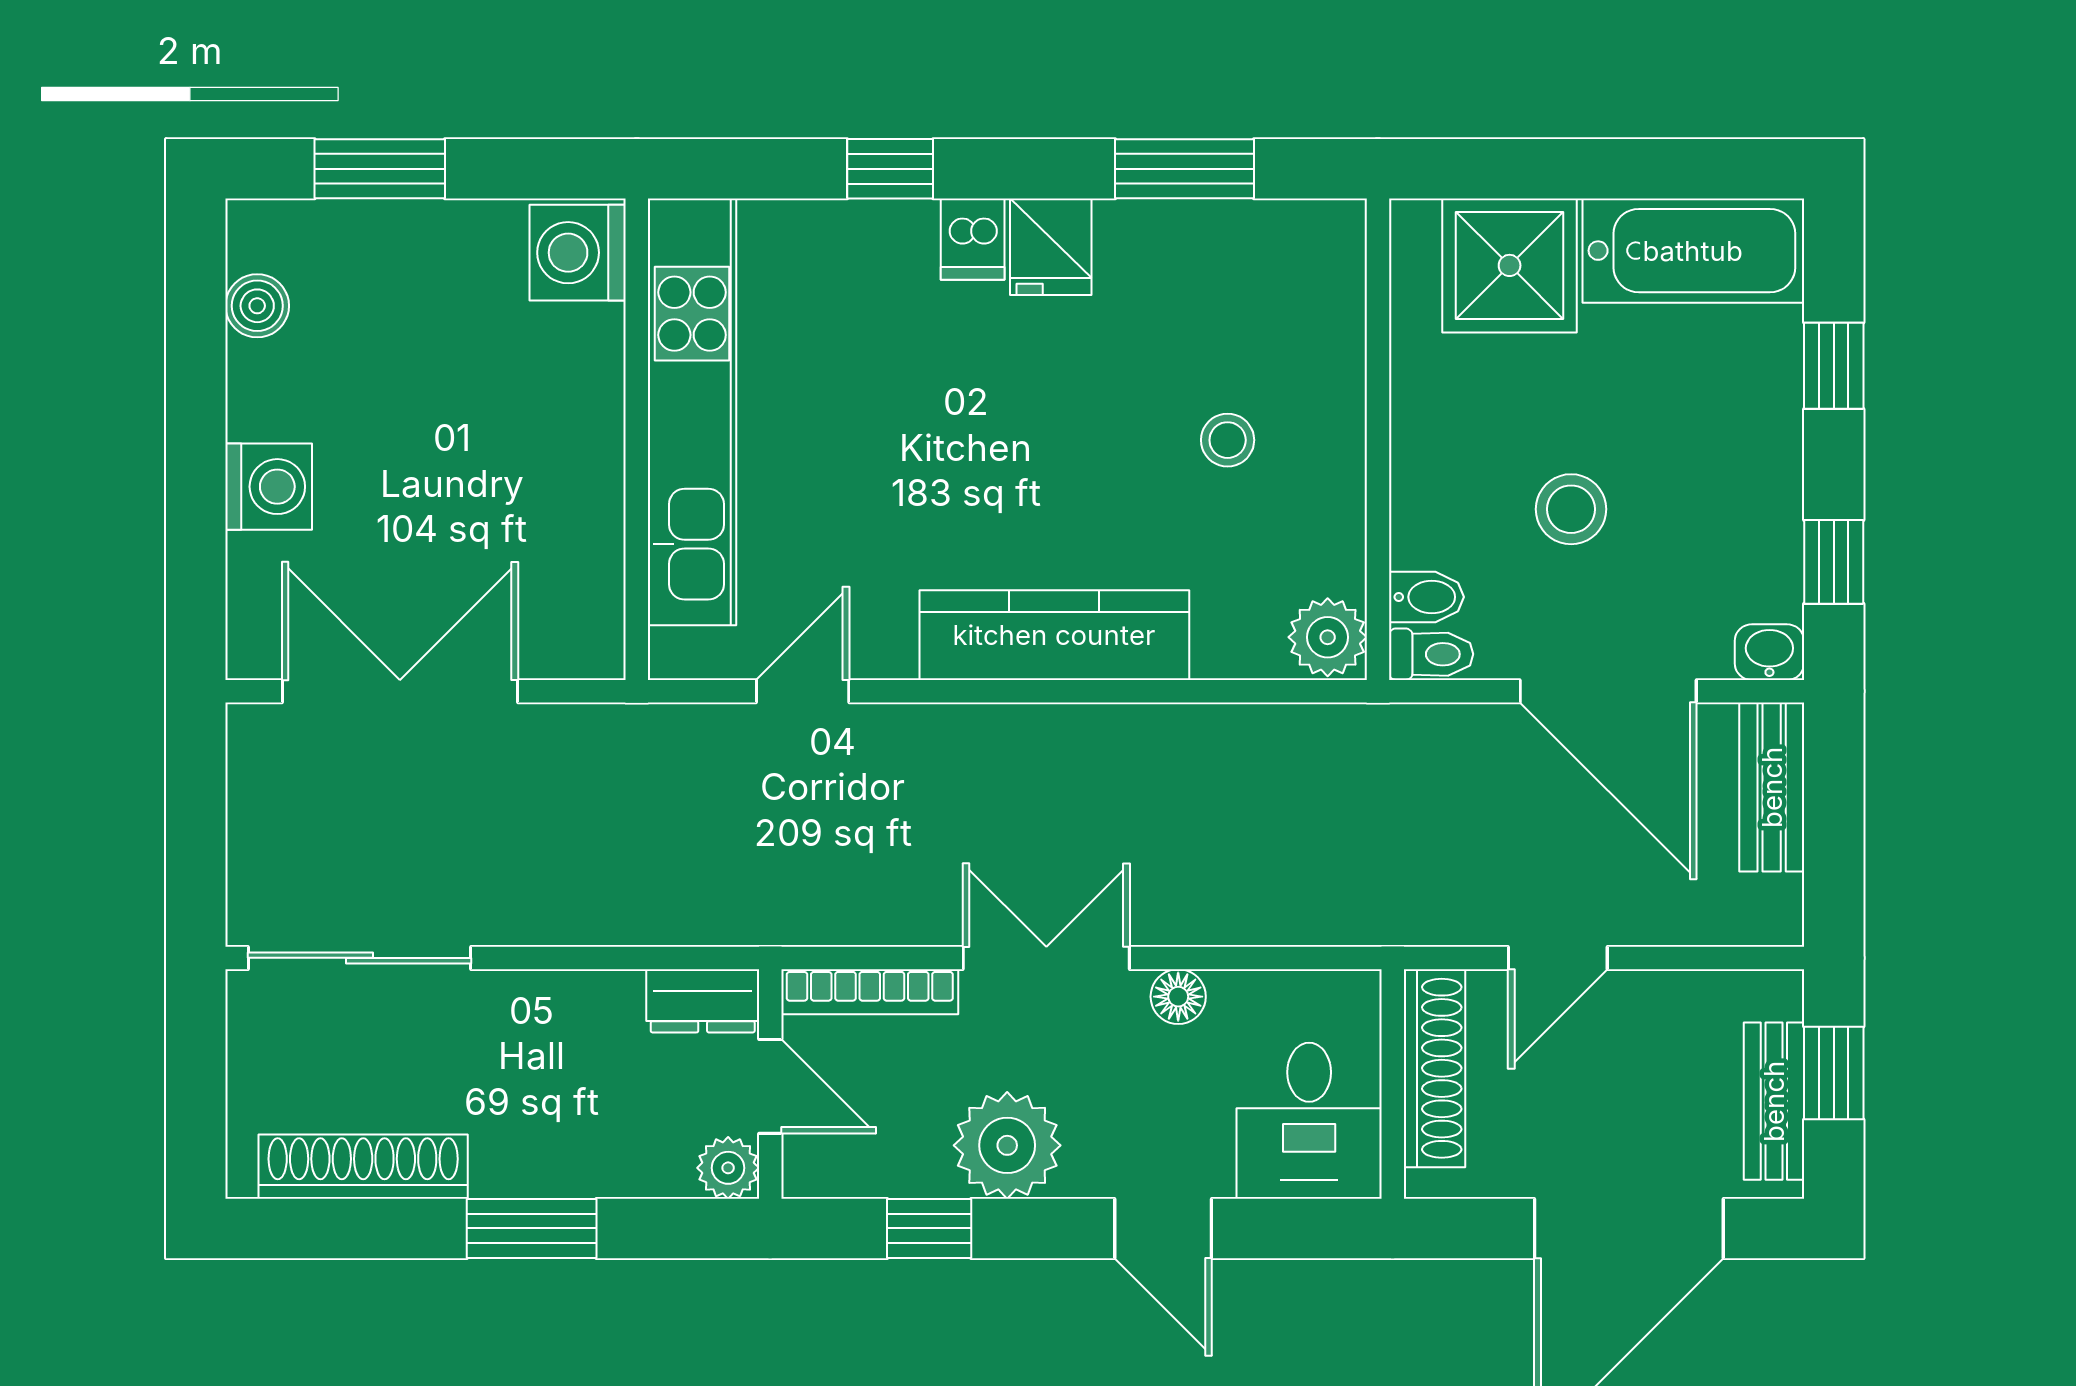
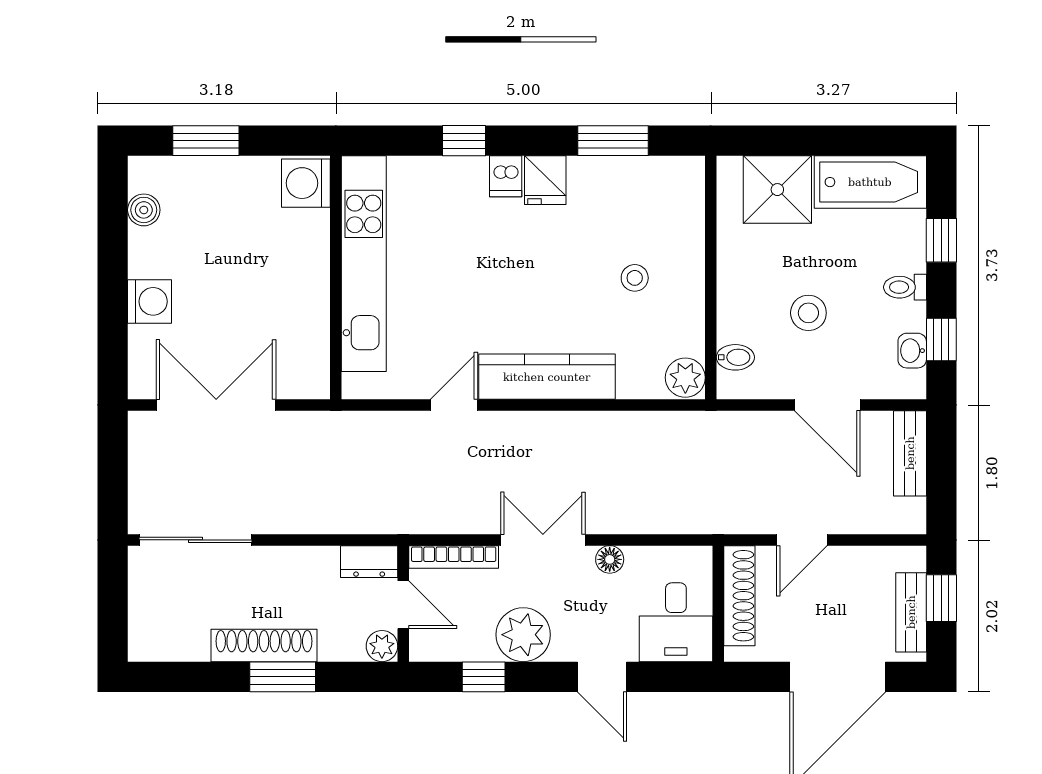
washbasin: (1769, 652) -> (912, 351), moved, turned -90
toilet: (1431, 654) -> (905, 287), moved, turned 180
door: (803, 691) -> (454, 405), moved
door: (1608, 691) -> (827, 405), width x0.73
shoe rack: (363, 1167) -> (264, 645), moved

